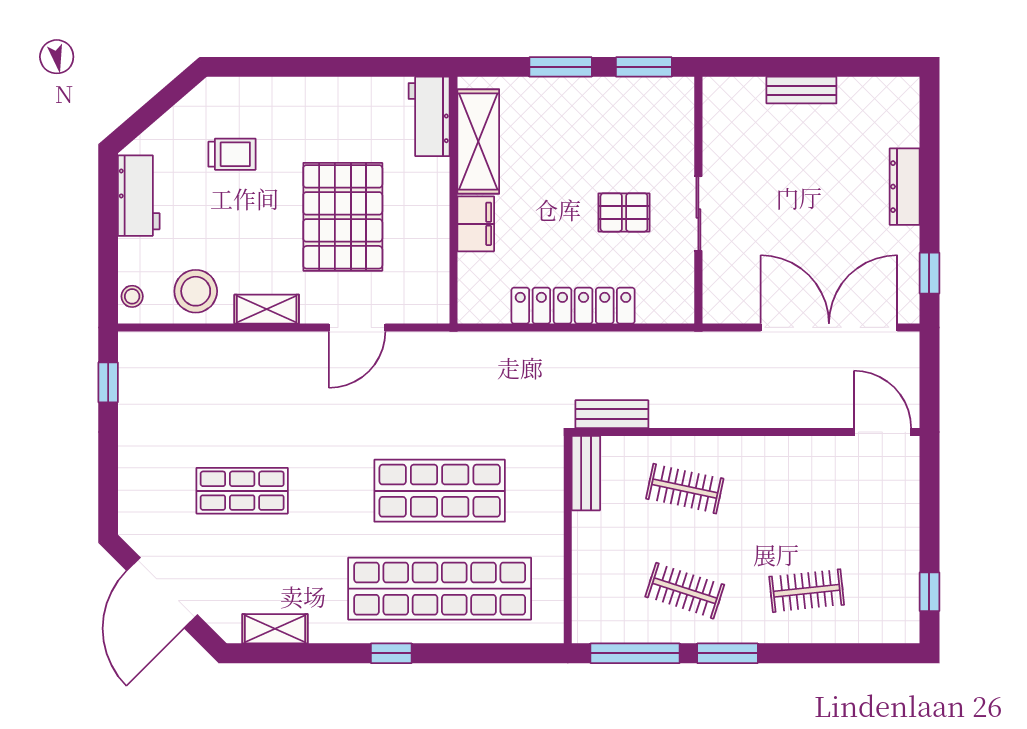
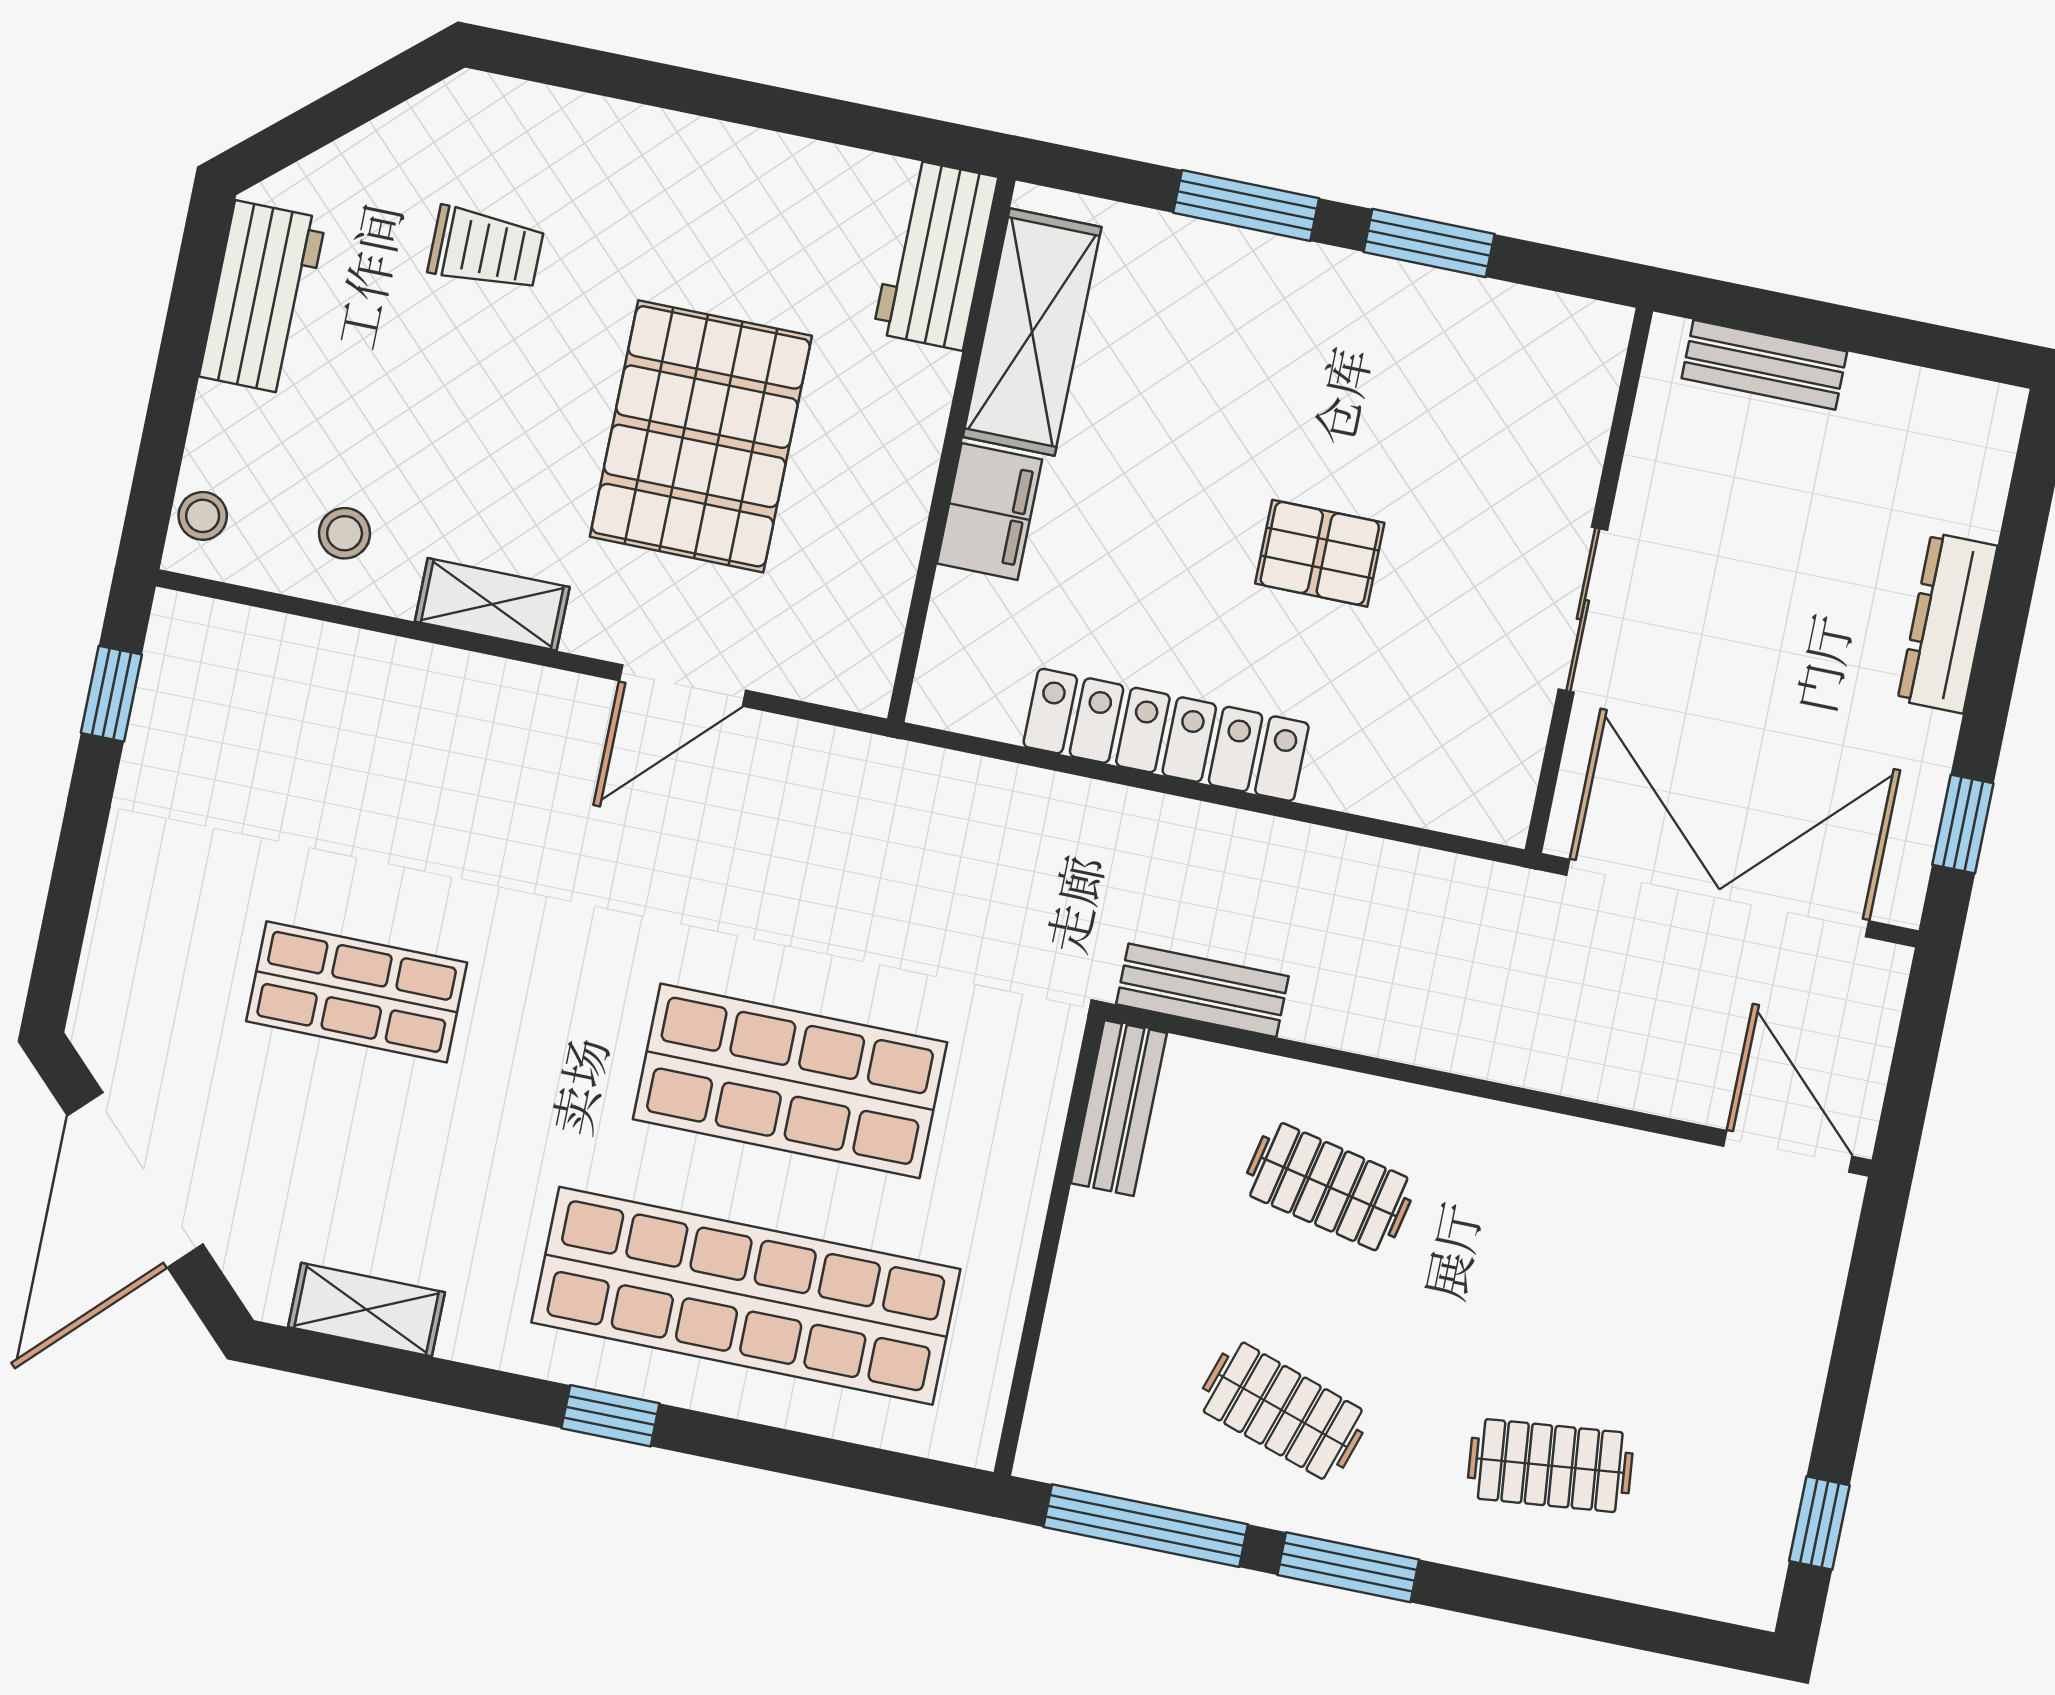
wall: (698, 200) -> (1589, 580), moved
sliding door: (698, 214) -> (1583, 610), moved
stool: (196, 291) -> (345, 533), width x0.53, depth x0.53

